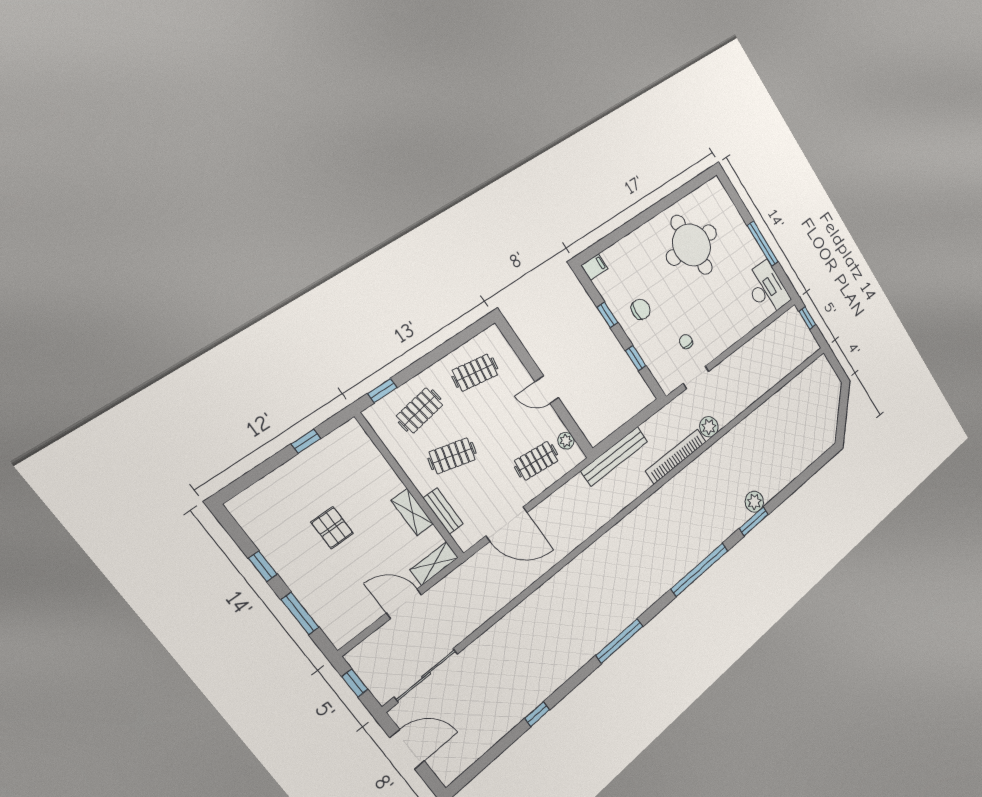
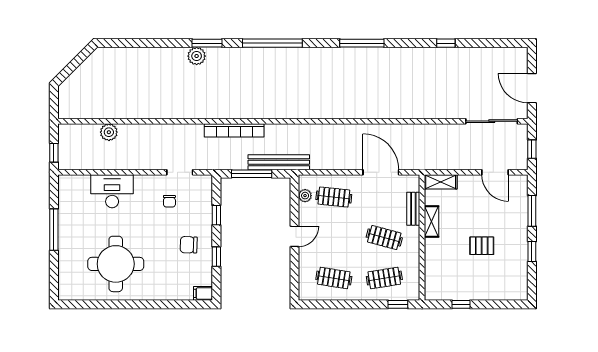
desk: (767, 289) -> (112, 191), moved, turned 90
door: (547, 390) -> (294, 236), hinge flipped
window: (632, 425) -> (252, 174), added
plant: (709, 427) -> (109, 132), moved
pallet: (332, 528) -> (482, 246), turned 90
door: (404, 604) -> (495, 172), moved

